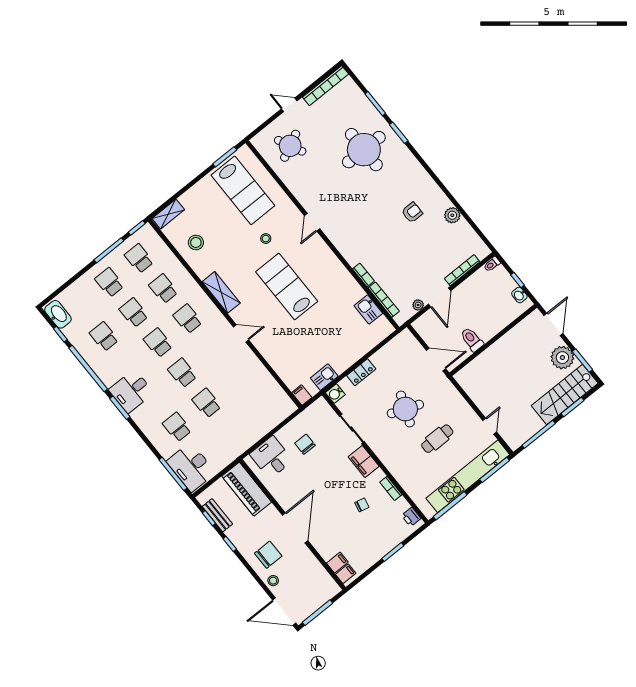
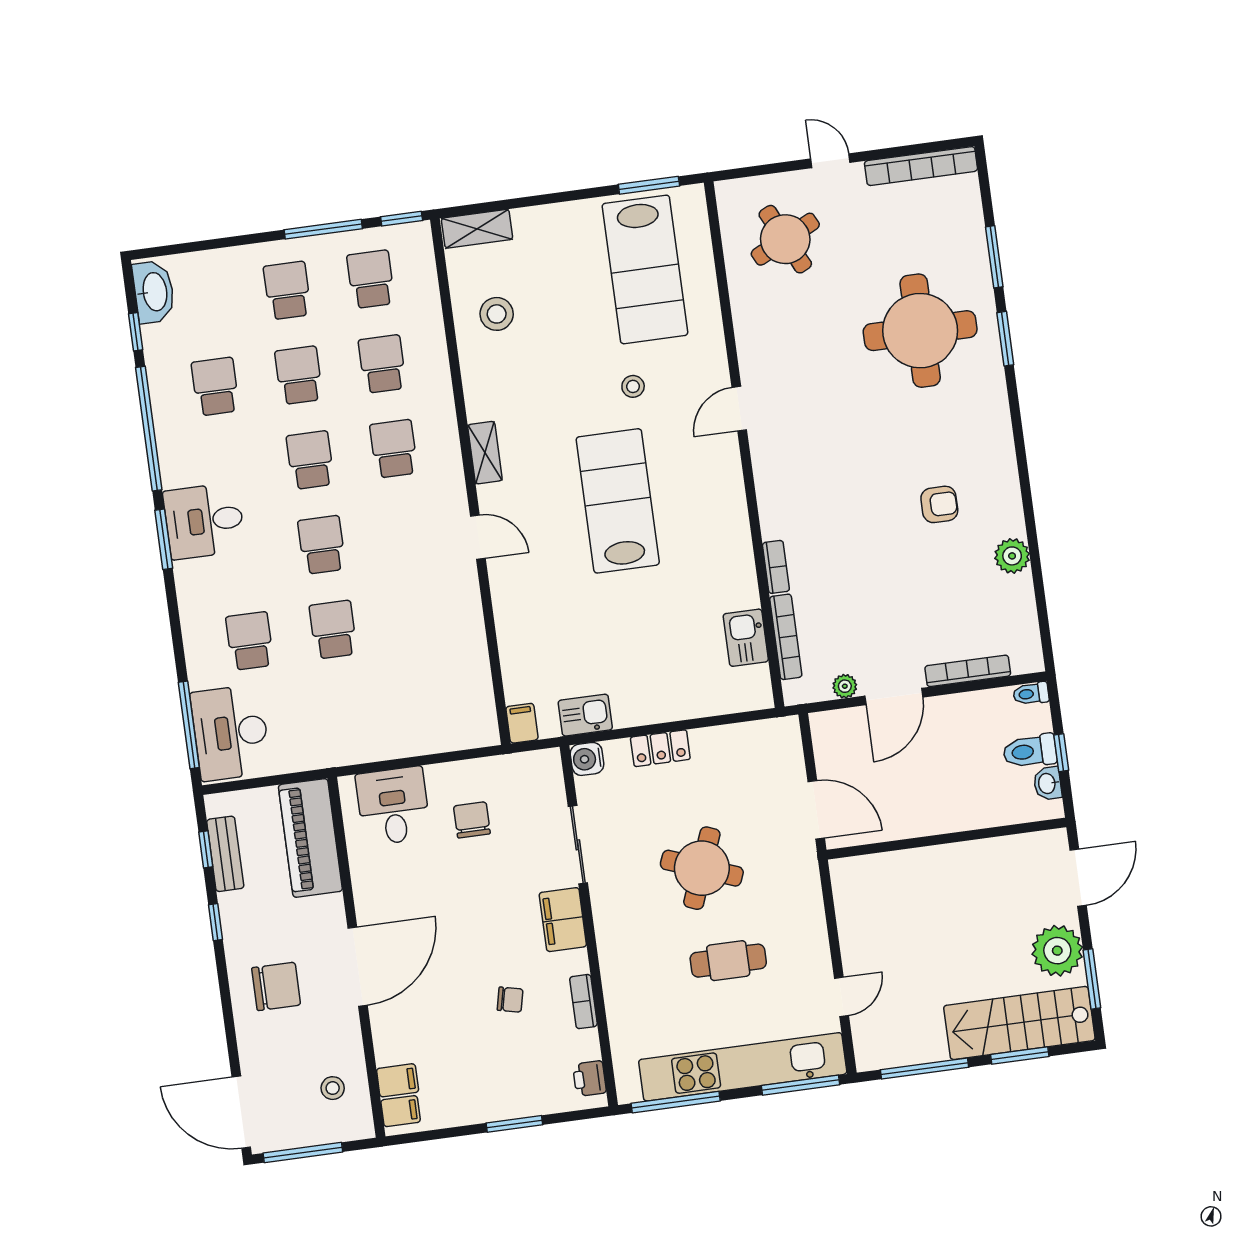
shelving: (221, 292) -> (485, 453), width x0.67, depth x0.75
toilet: (472, 339) -> (1030, 751), moved, turned -90
stool: (273, 581) -> (333, 1088), moved

